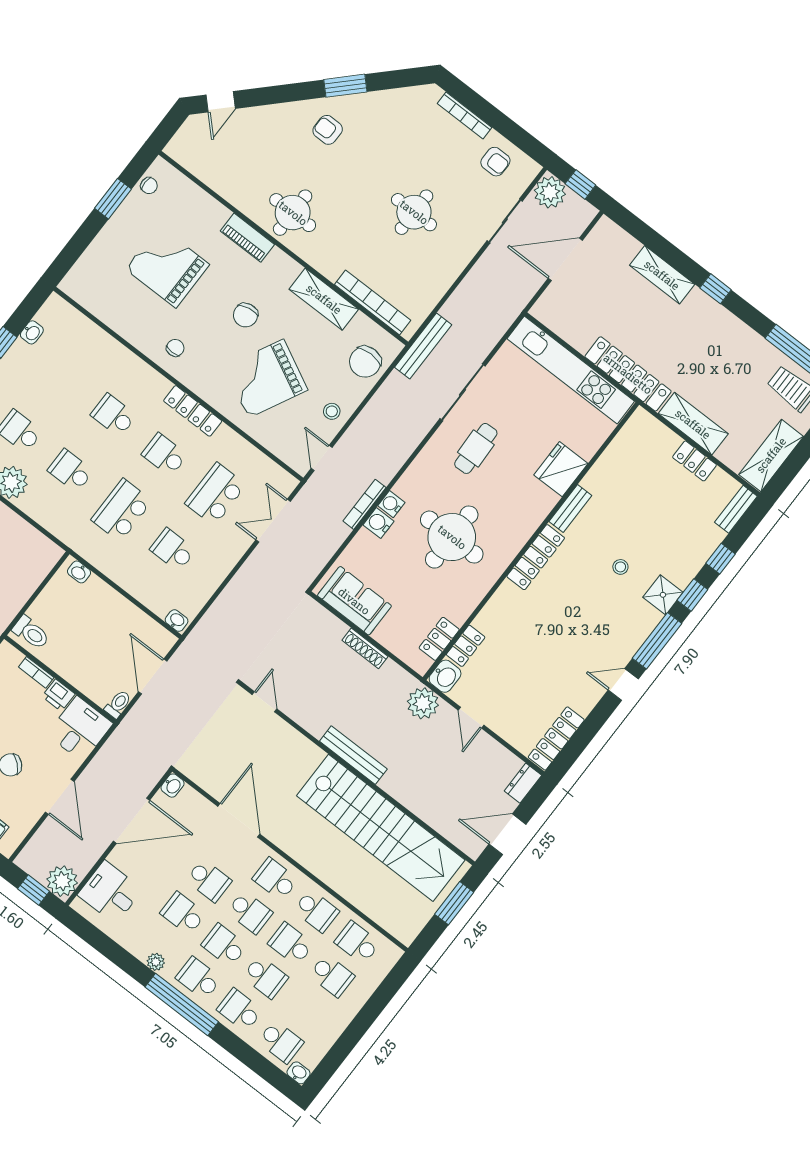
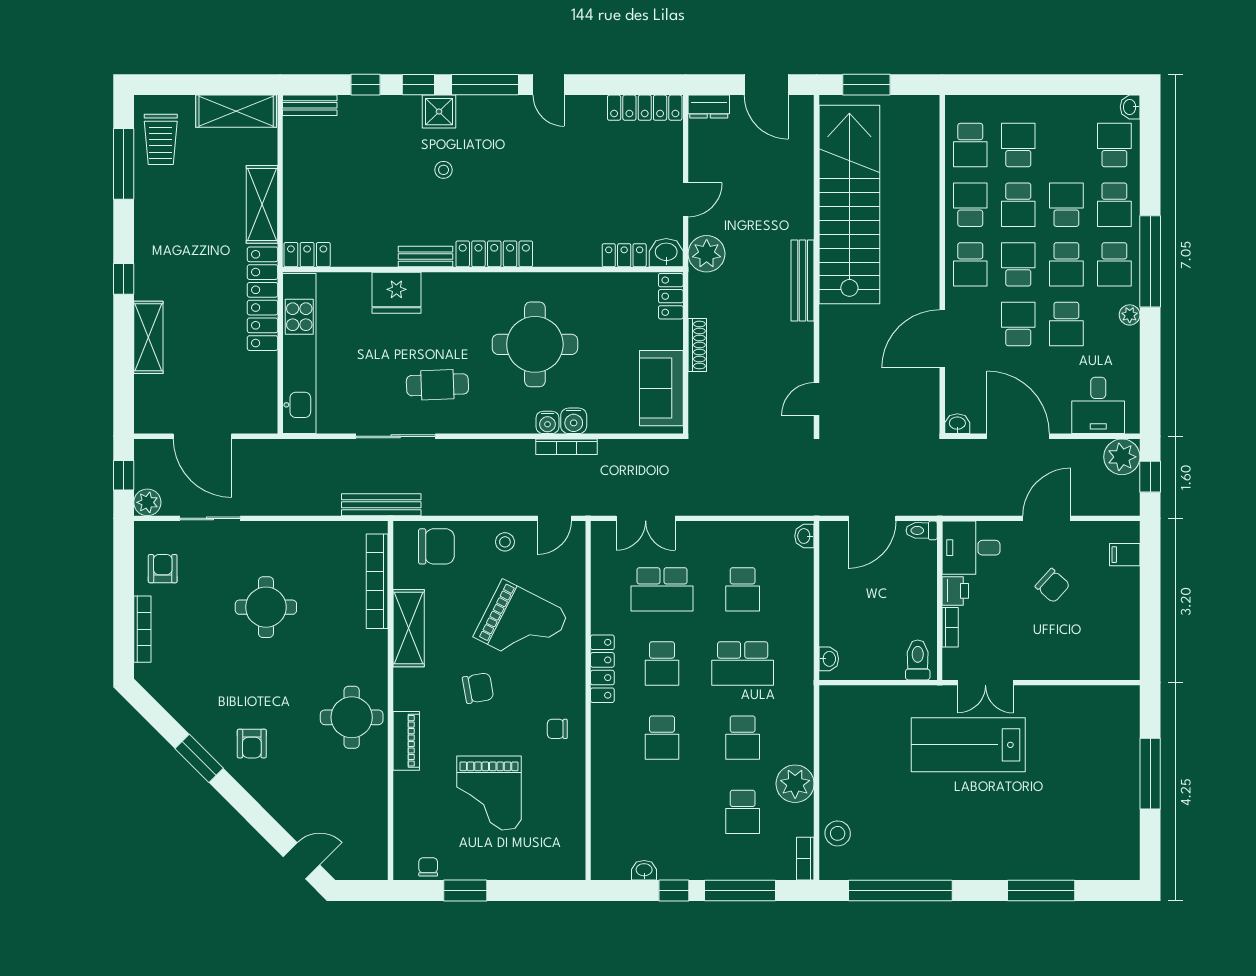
plant: (550, 192) -> (147, 502), width x0.73, depth x0.73
locker: (694, 461) -> (307, 255), moved, turned -90
locker: (439, 639) -> (671, 296), moved, turned 90

